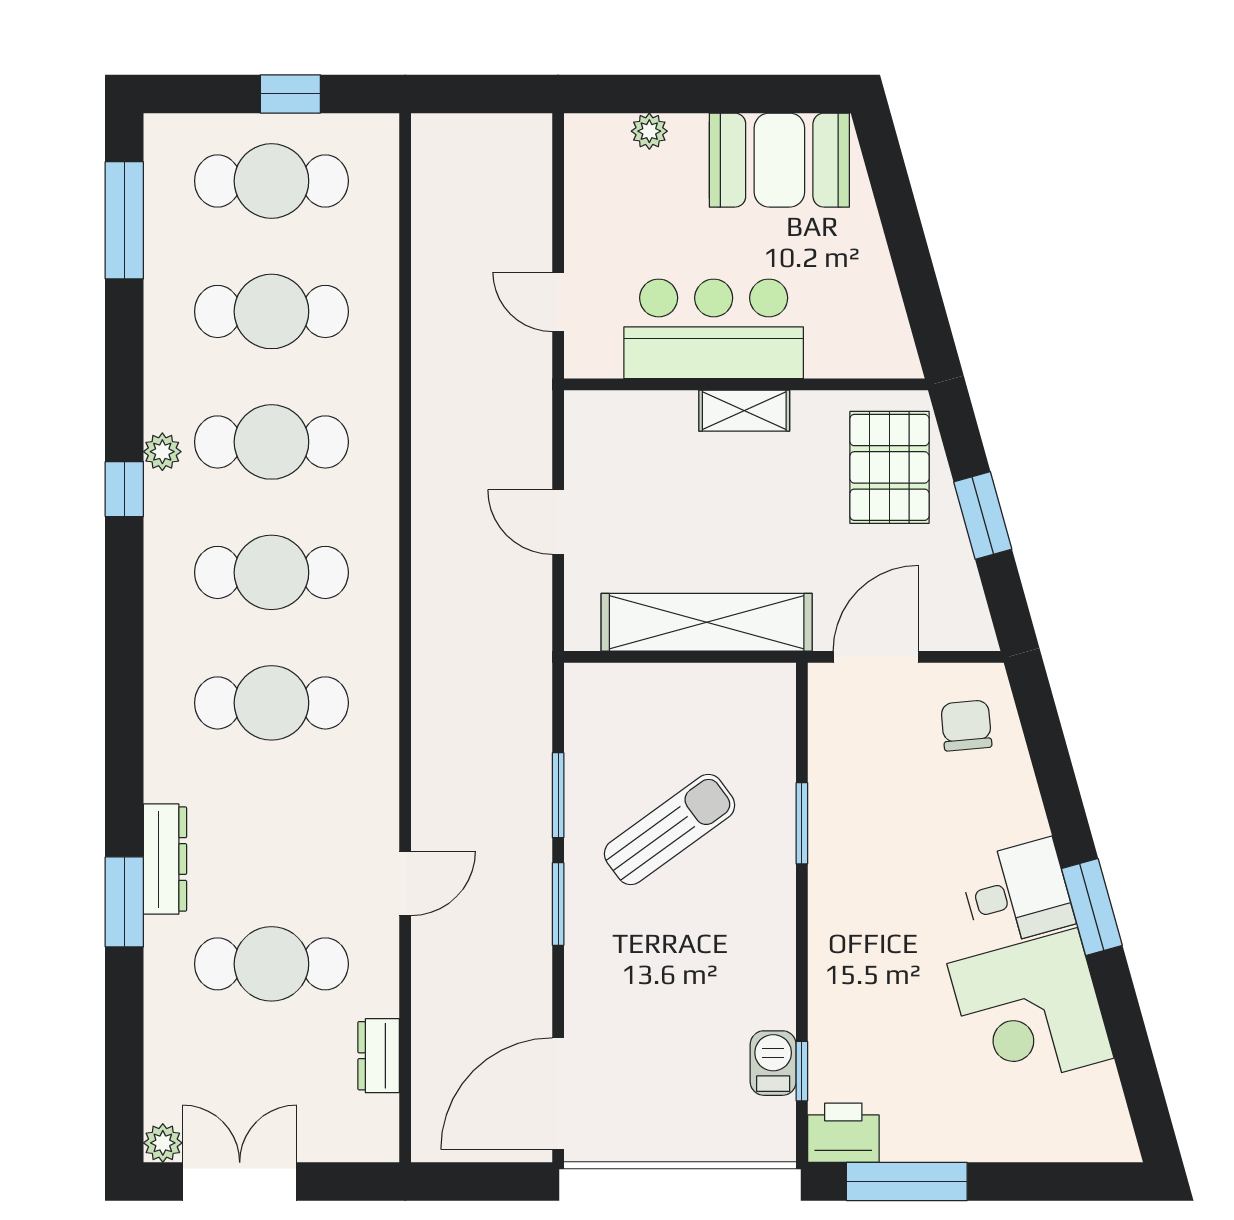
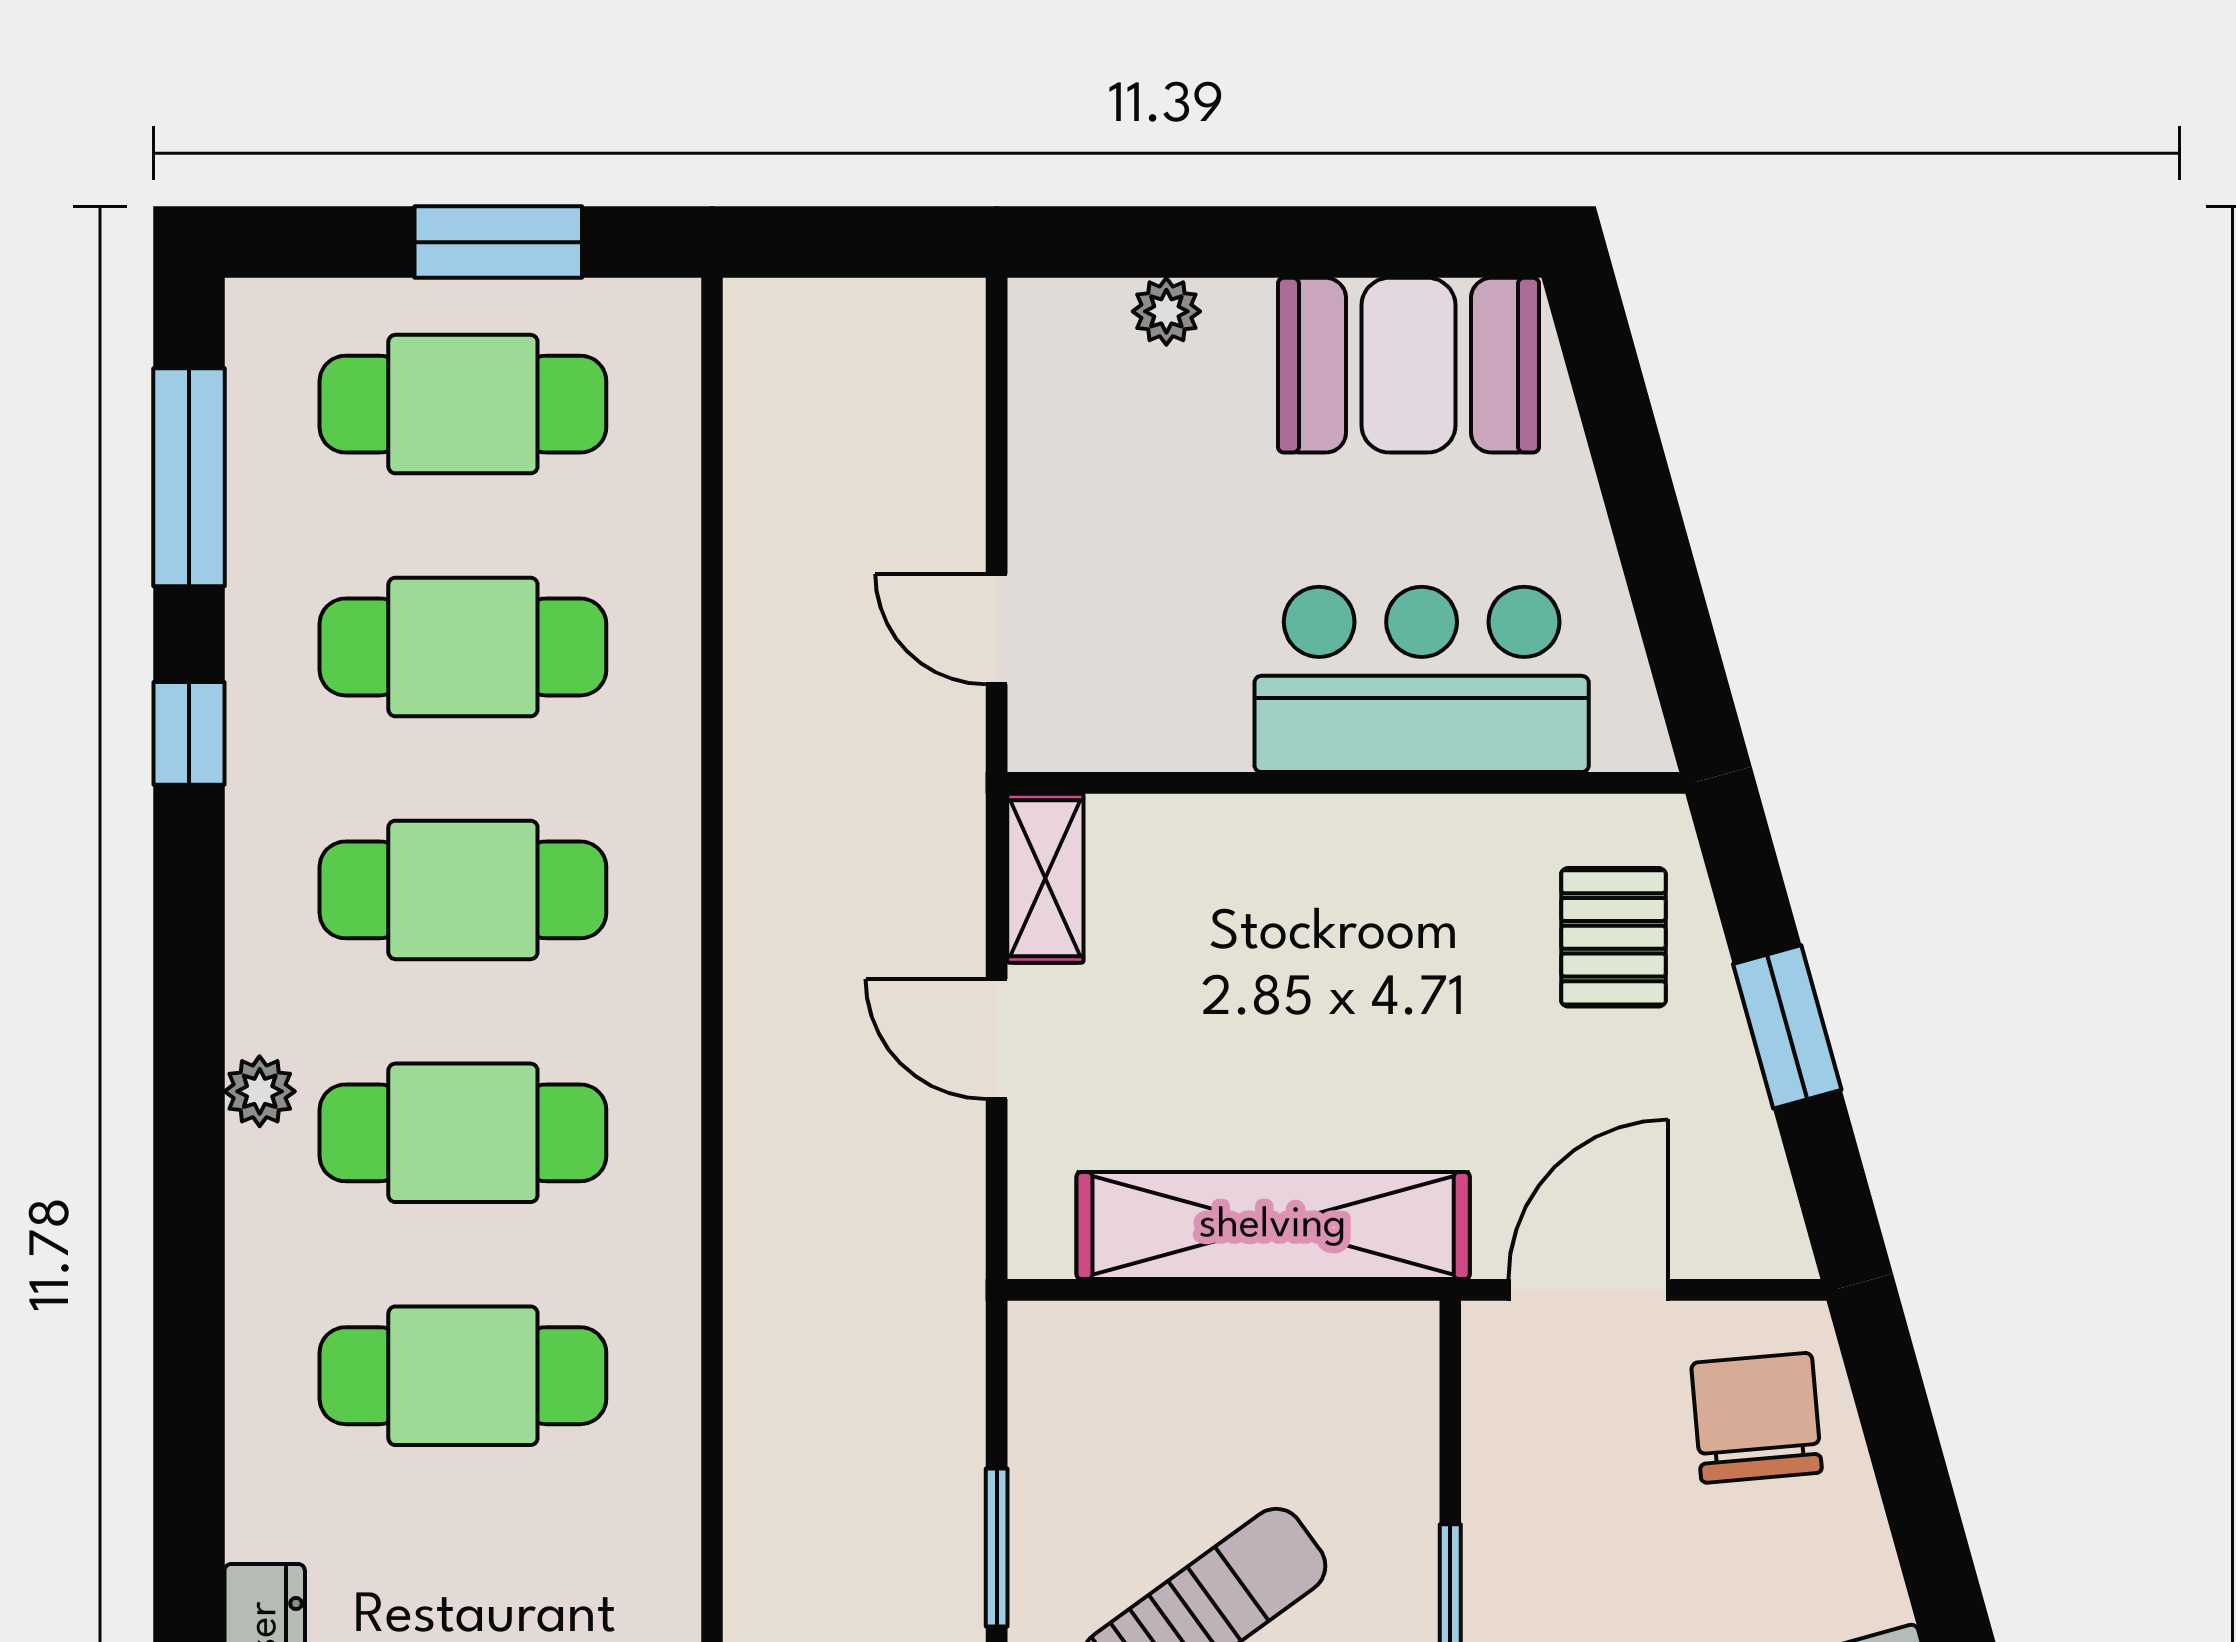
window: (290, 94) -> (498, 242), width x1.50
bar counter: (714, 329) -> (1422, 679), moved
shelving: (744, 411) -> (1045, 878), moved, turned 90
plant: (162, 452) -> (260, 1091), moved
pallet: (889, 467) -> (1613, 937), width x0.67, depth x0.71
window: (124, 489) -> (189, 733), moved
chair: (966, 725) -> (1757, 1418), width x1.37, depth x1.37

